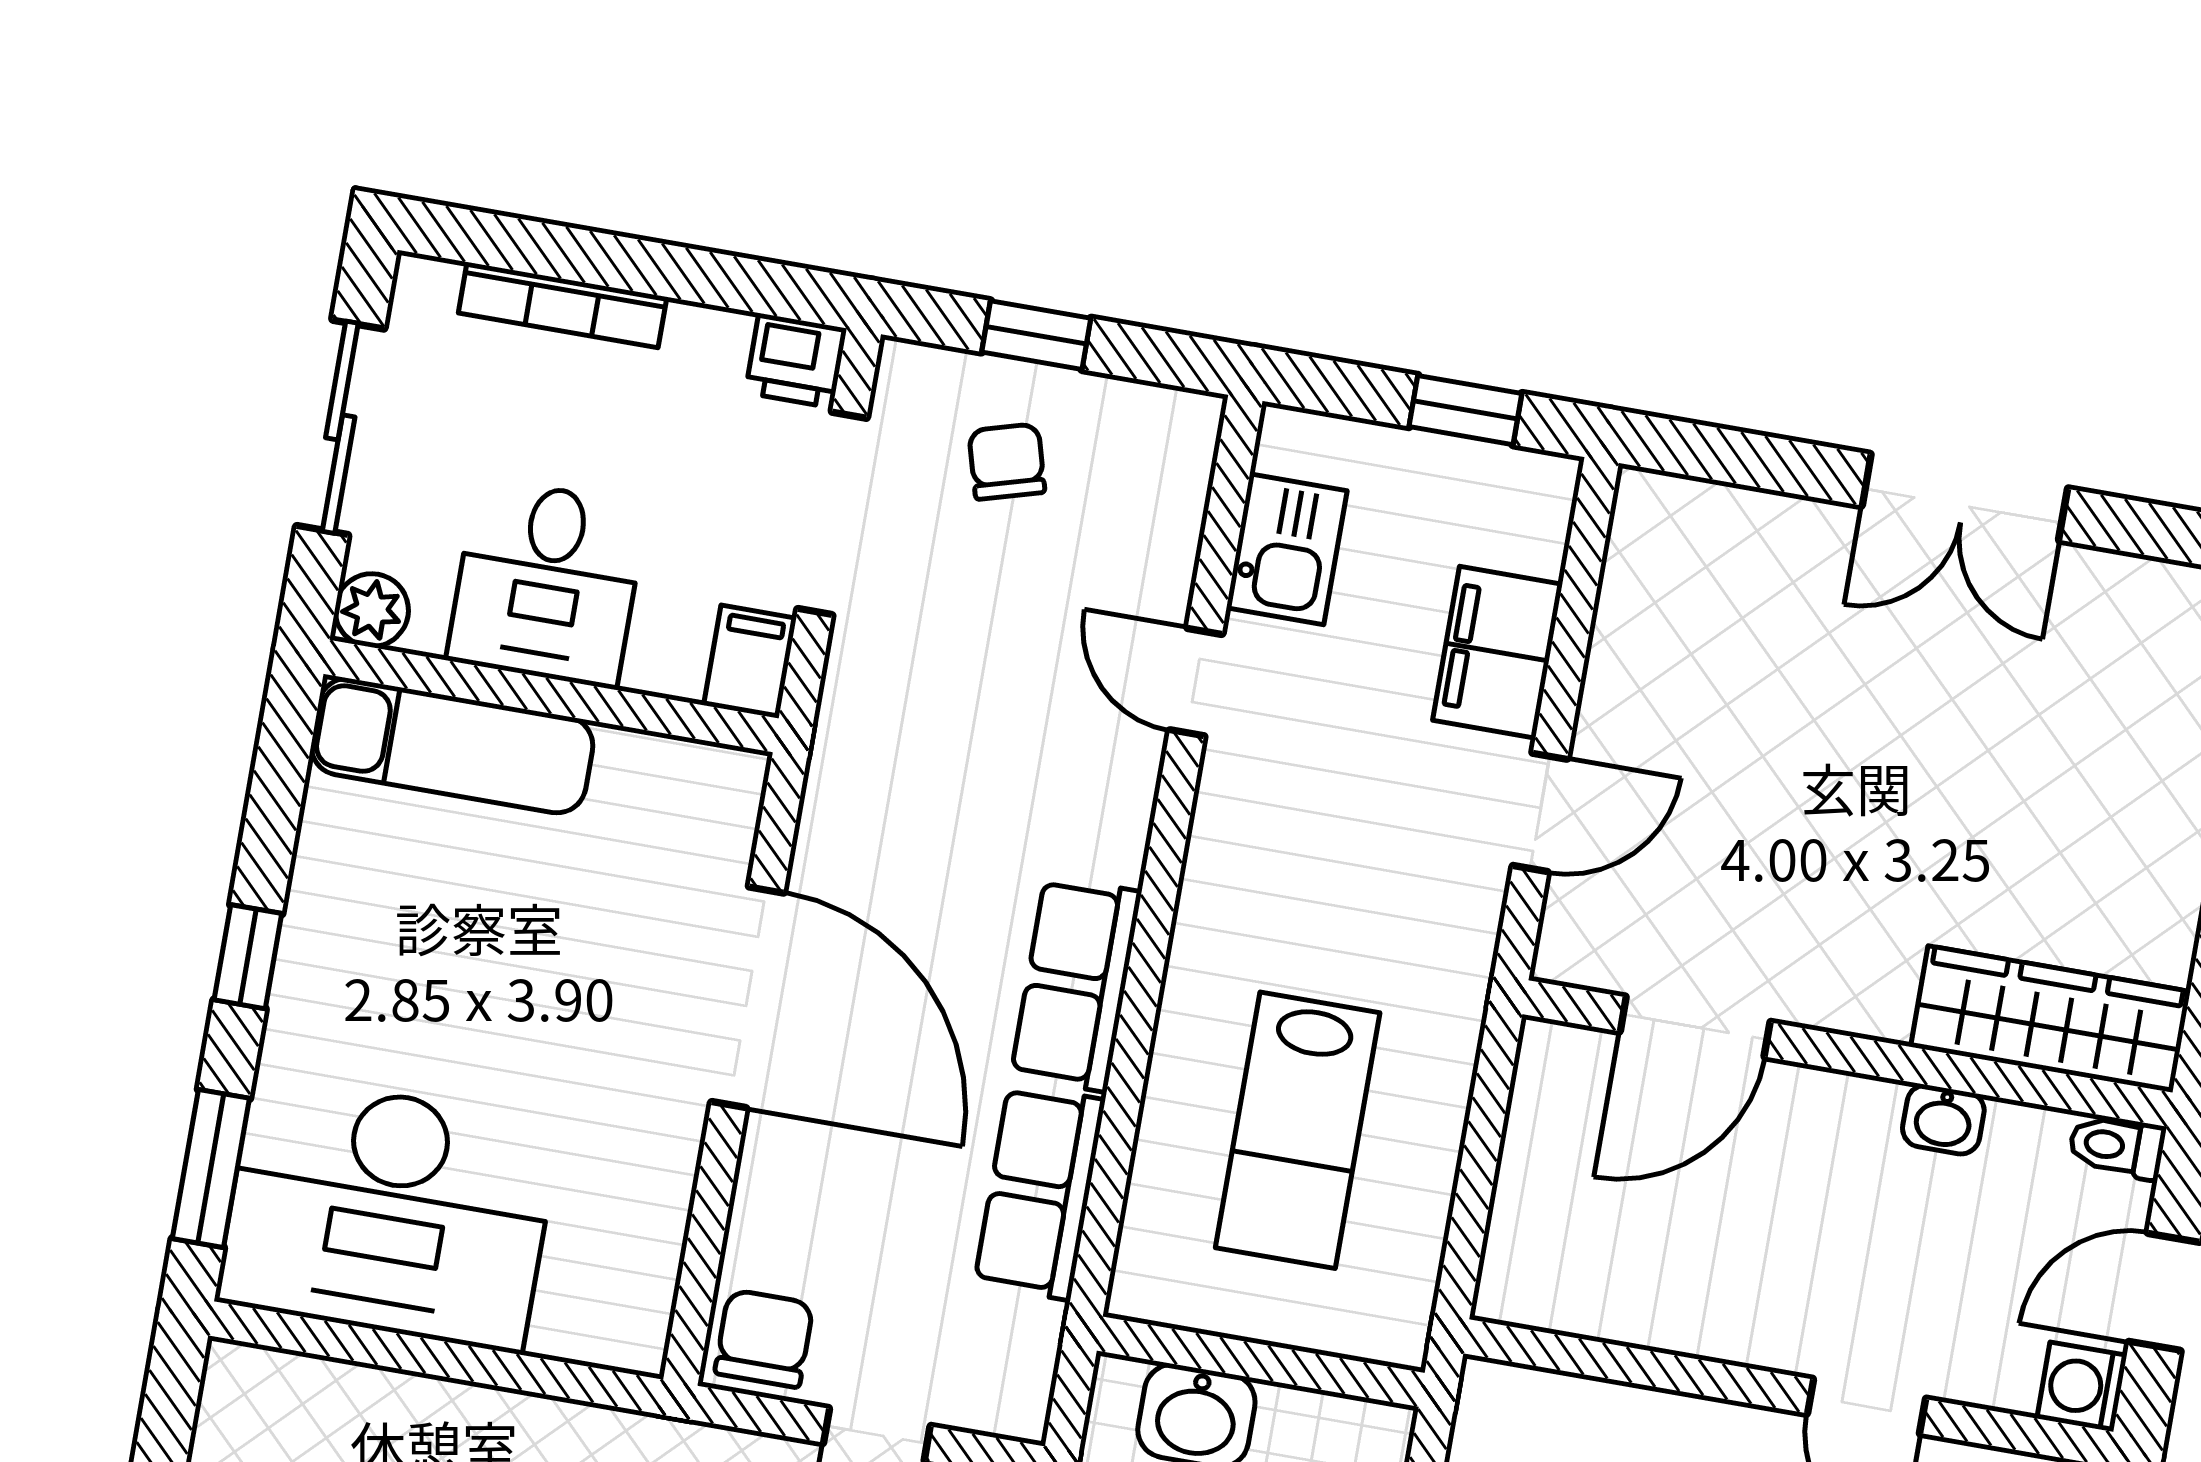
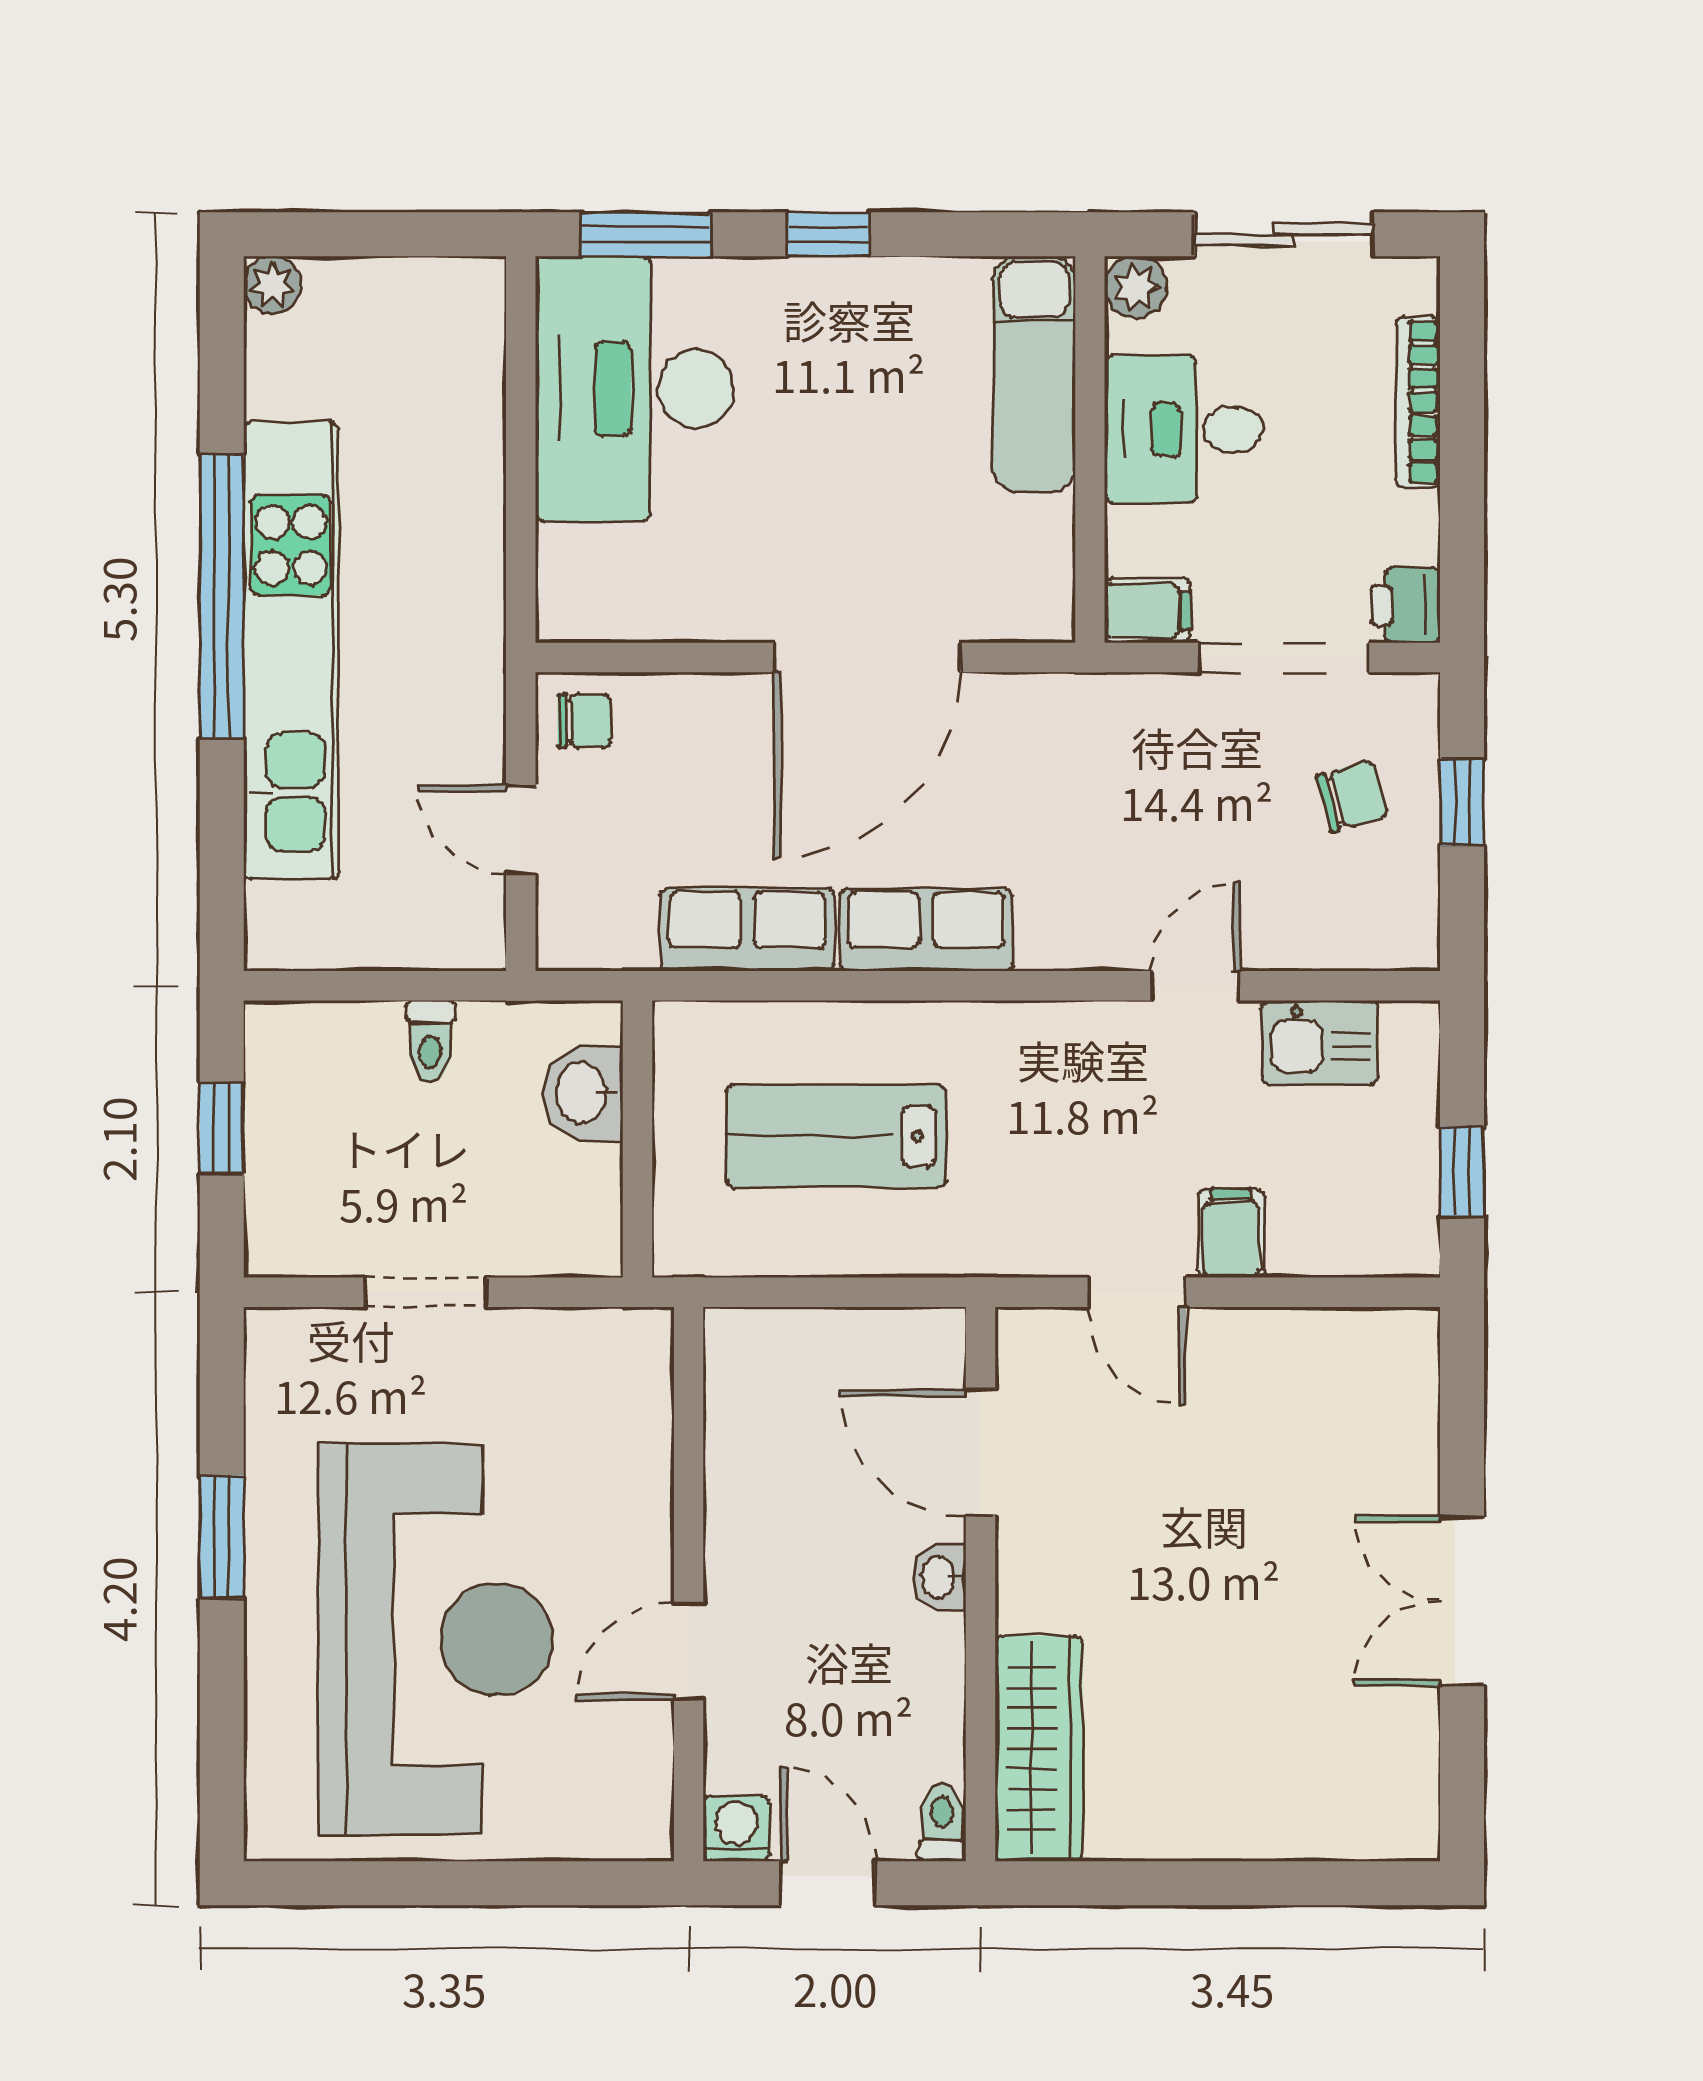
filing cabinet: (1498, 652) -> (1231, 1233), width x0.50
washbasin: (1943, 1119) -> (939, 1577), moved
chair: (764, 1339) -> (585, 721), width x0.73, depth x0.73

